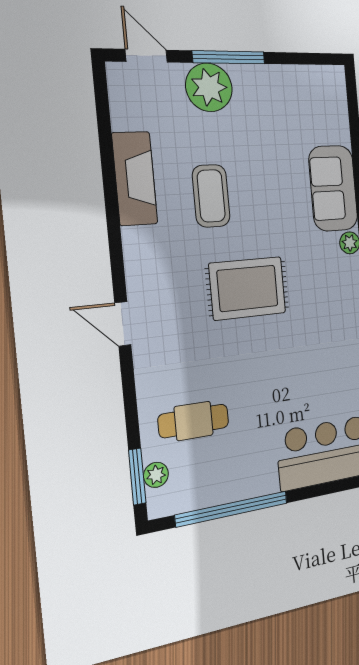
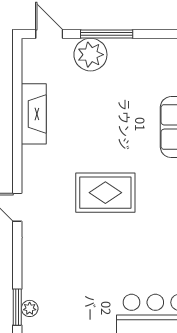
coffee table: (211, 196) -> (85, 128), removed
cafe table: (194, 421) -> (58, 277), removed

